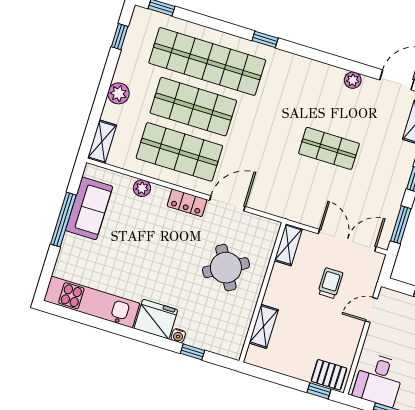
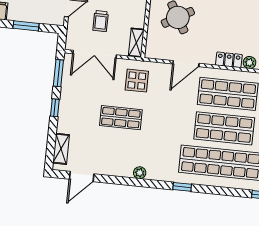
plant: (353, 80) -> (140, 173), moved
display table: (298, 194) -> (137, 81), added
locker: (187, 203) -> (229, 60), moved

